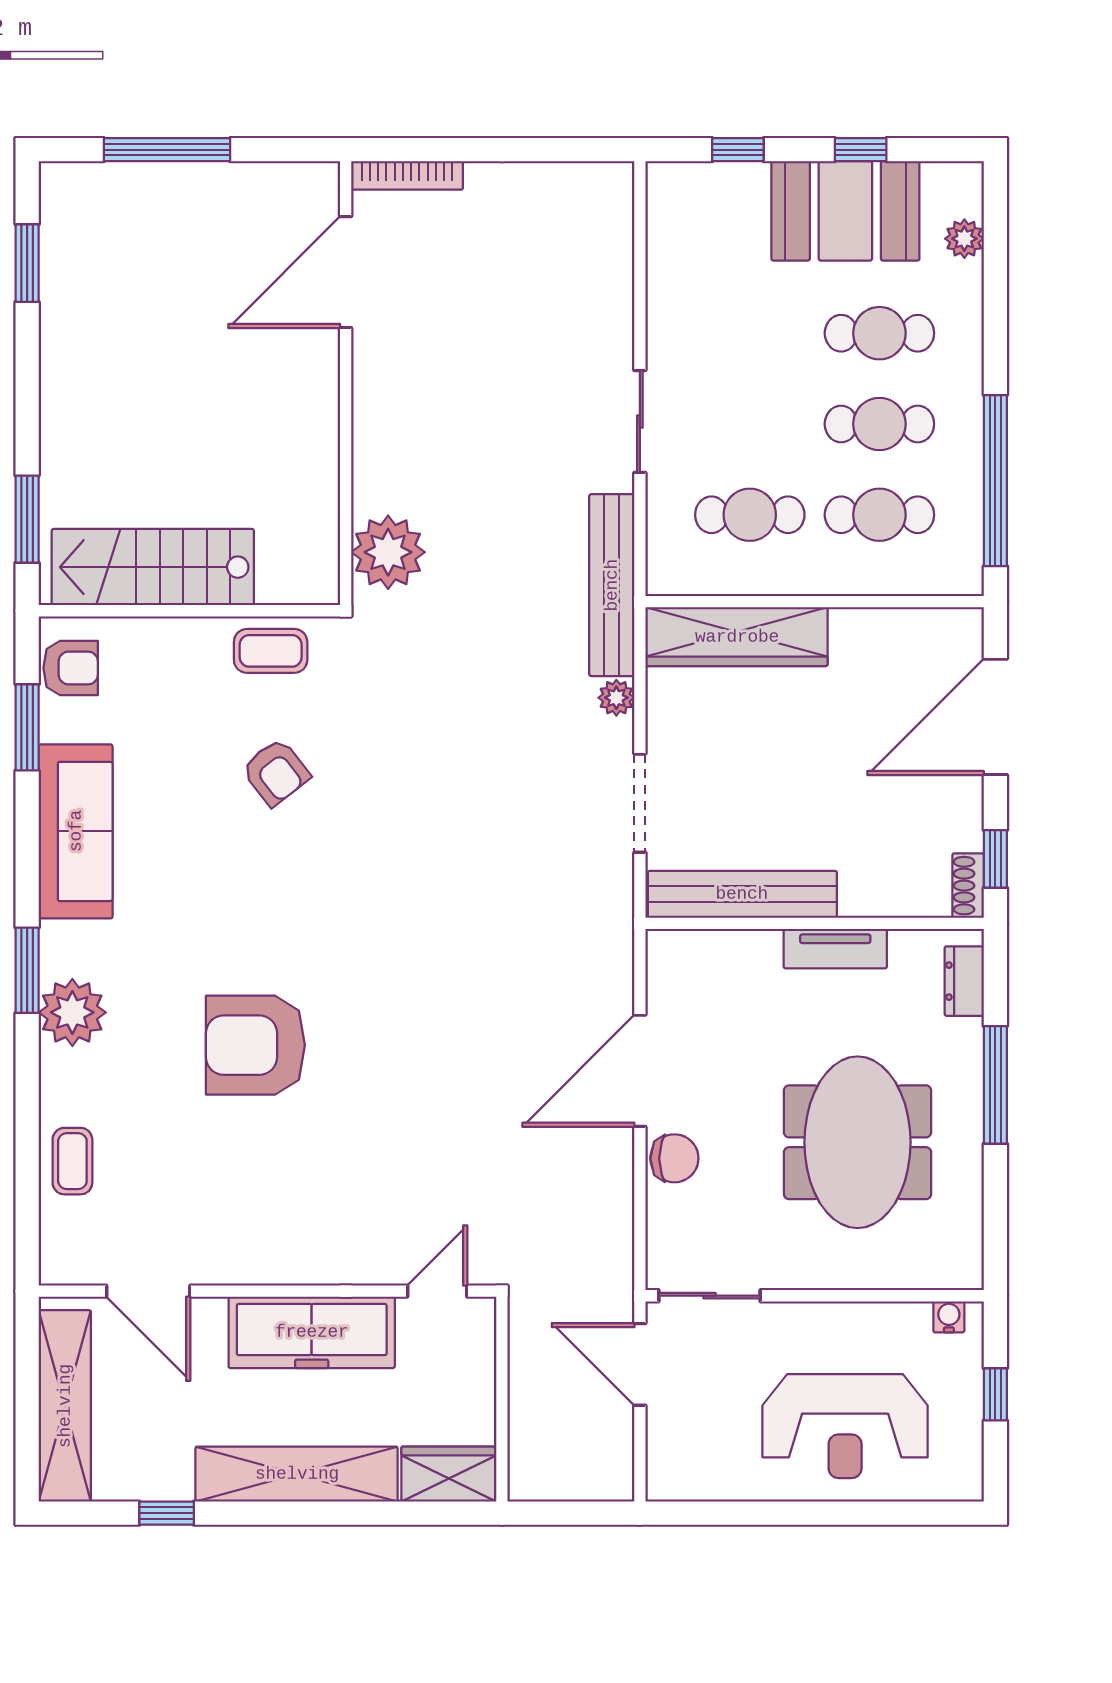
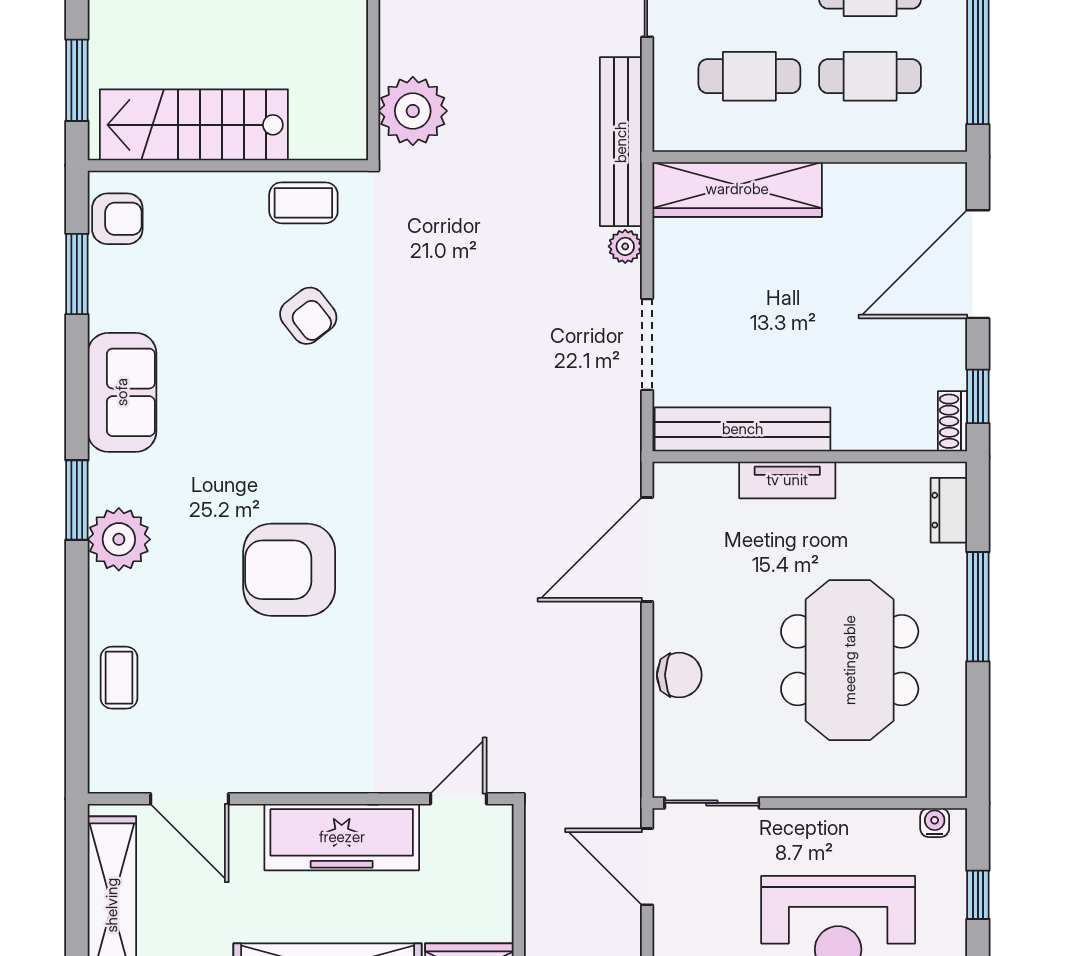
sofa: (76, 831) -> (122, 392), width x0.73
tv unit: (835, 949) -> (787, 480), moved
door: (640, 1071) -> (647, 550), moved

